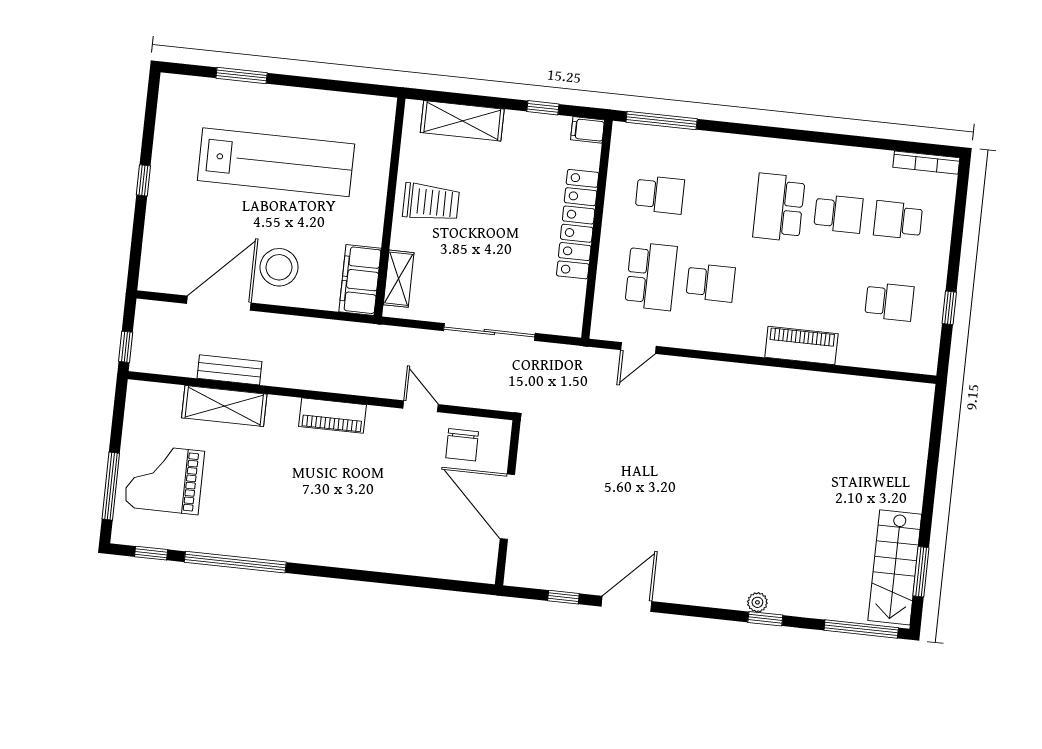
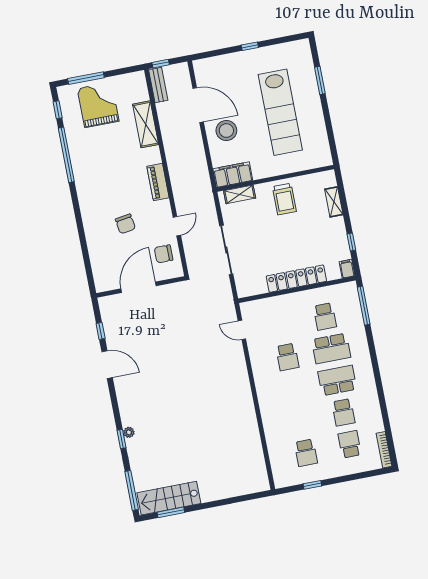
shelving: (462, 121) -> (334, 202), width x0.67, depth x0.75
school desk: (651, 276) -> (331, 348), moved
piano: (801, 346) -> (269, 414), removed
bench: (229, 370) -> (158, 85), moved
chair: (389, 495) -> (125, 224), added

